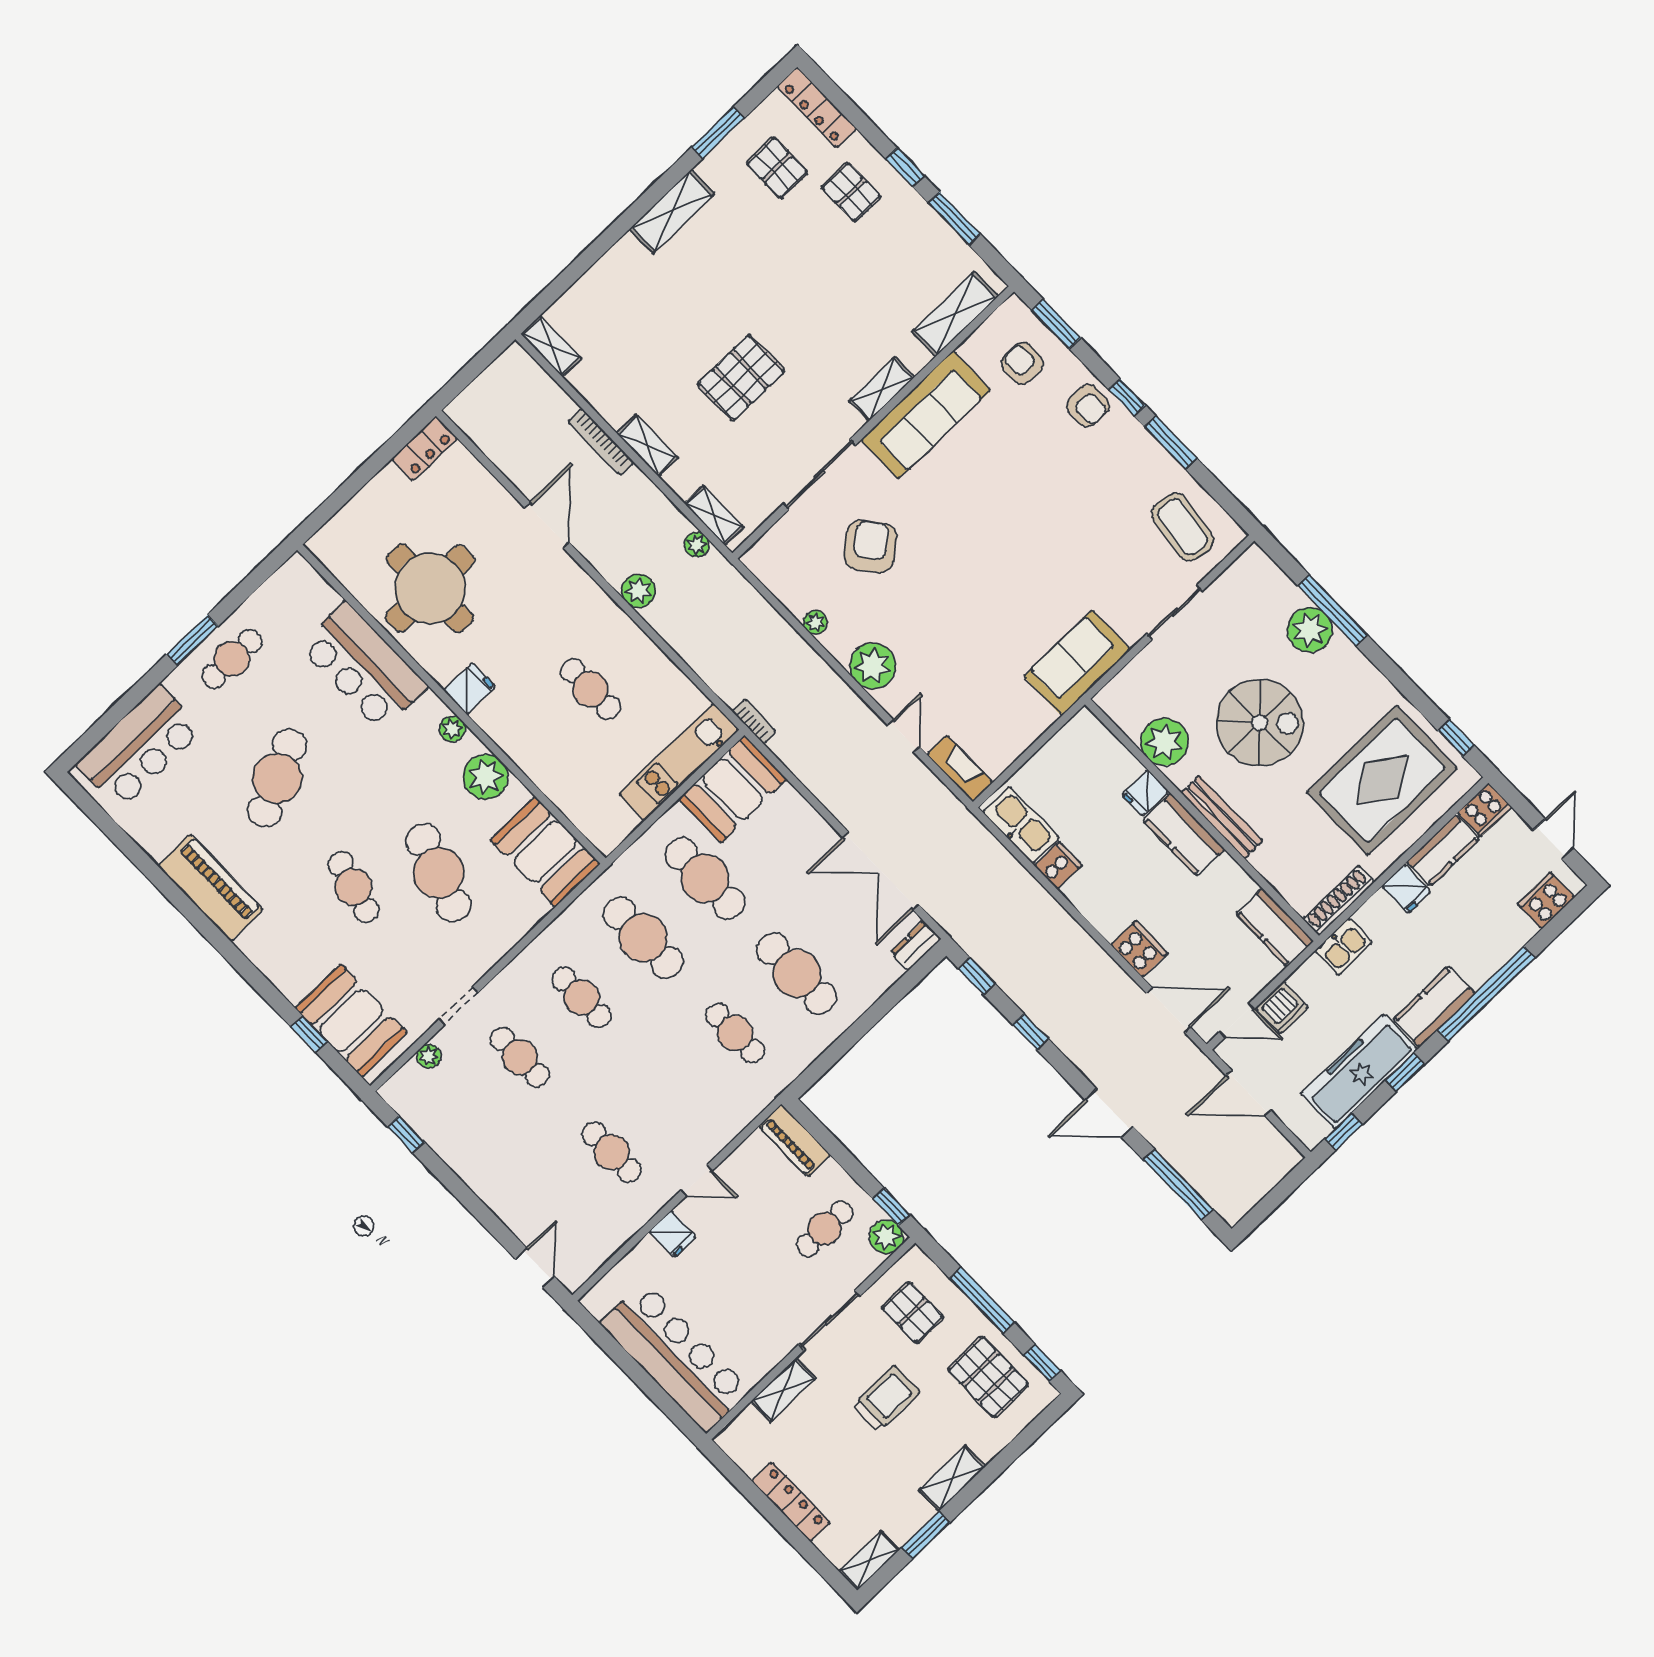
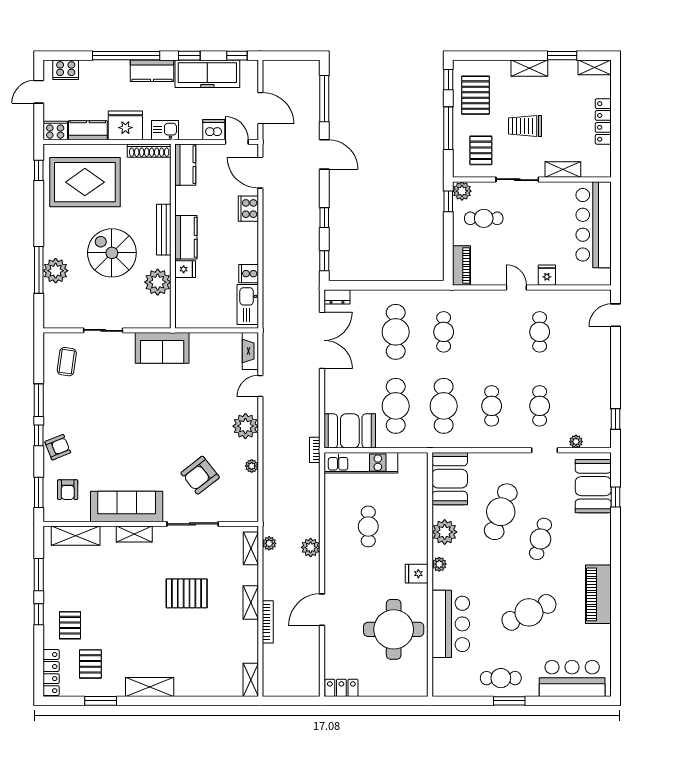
armchair: (1088, 406) -> (58, 447), turned 68
coffee table: (1183, 527) -> (67, 362), width x0.73, depth x0.77
fridge: (1406, 889) -> (125, 125), width x1.88, depth x1.34

